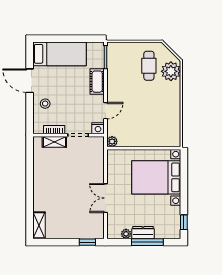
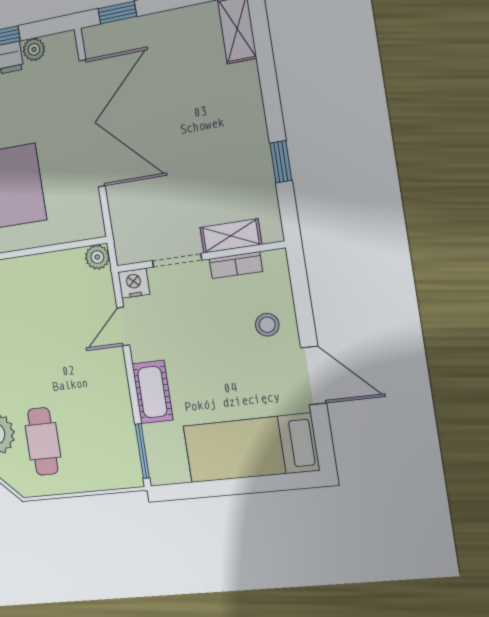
window: (30, 169) -> (281, 162), added
double door: (105, 198) -> (92, 123), width x1.87

